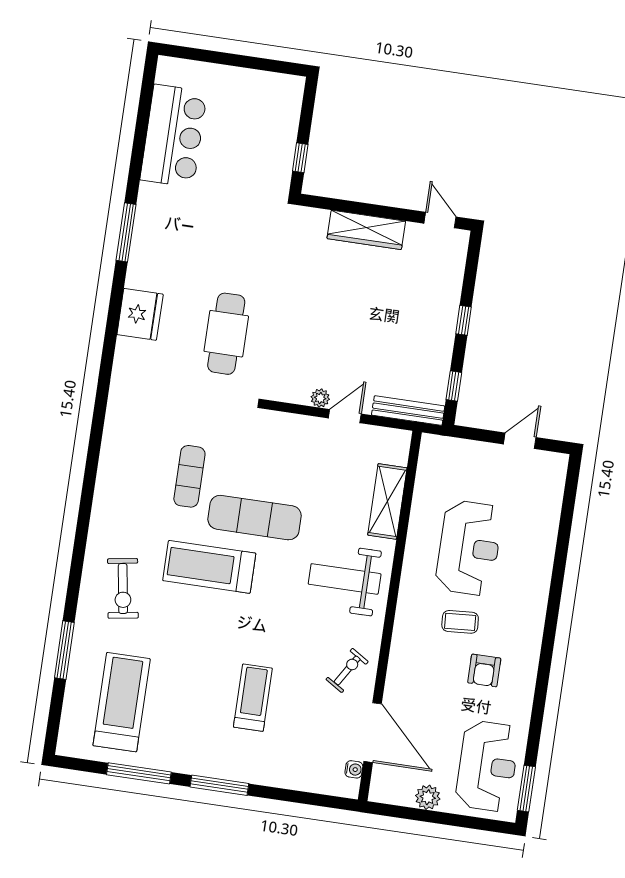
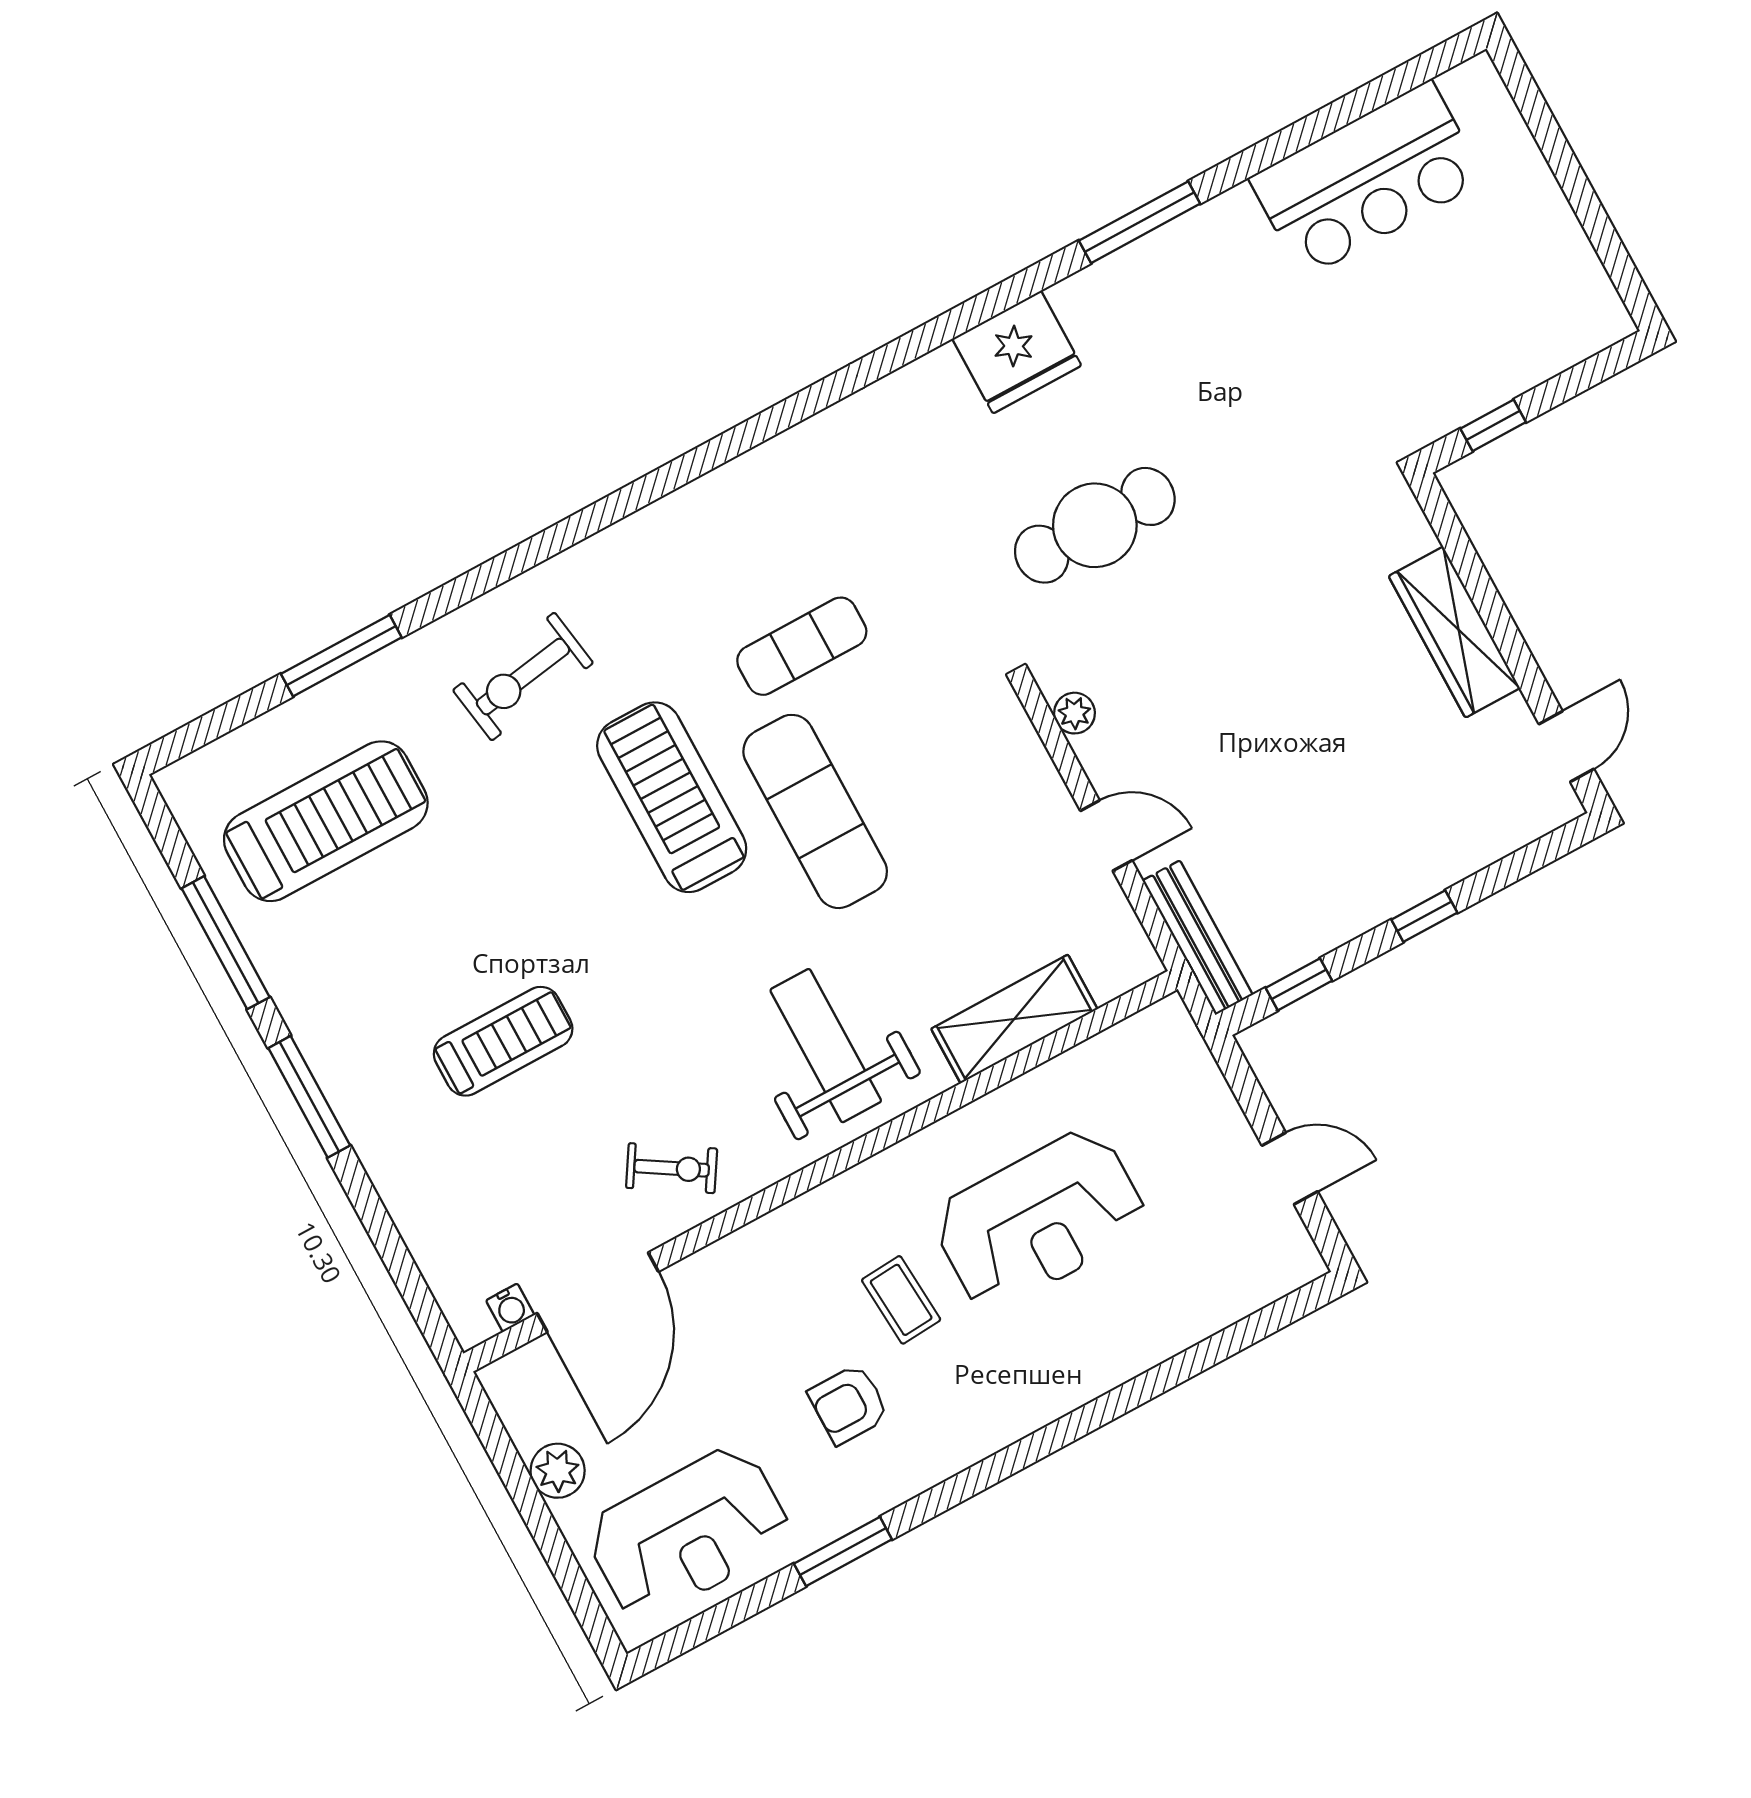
plant: (320, 398) -> (1074, 713), moved
window: (526, 789) -> (843, 1551), moved

